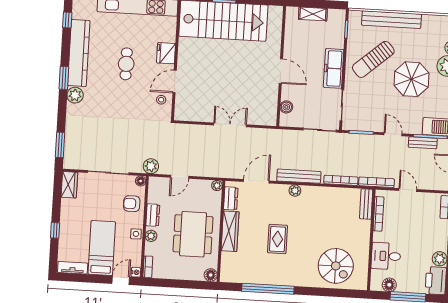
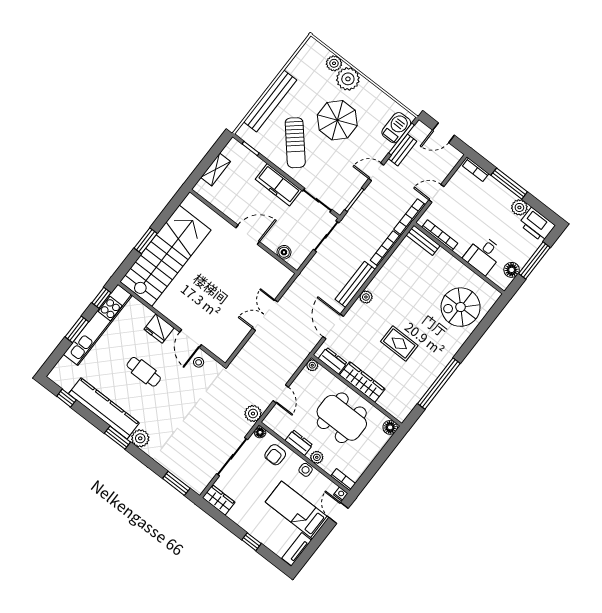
spiral stairs: (336, 266) -> (461, 307), turned 180

